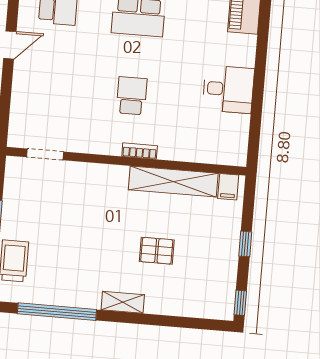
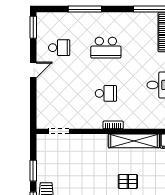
school desk: (132, 96) -> (106, 93), turned 90

